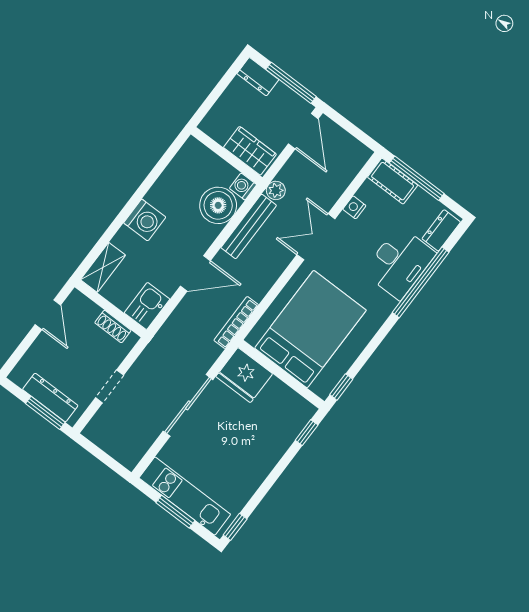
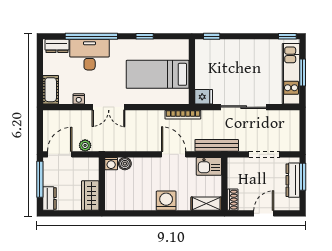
wardrobe: (250, 151) -> (90, 196), moved
window: (417, 178) -> (40, 79), removed
plant: (276, 190) -> (85, 145), moved
boiler: (218, 205) -> (125, 164), width x0.54, depth x0.54
bench: (249, 226) -> (217, 145), moved
door: (48, 315) -> (264, 213), moved
shoe rack: (113, 327) -> (233, 200), moved
bed: (310, 329) -> (158, 74), width x0.67
fridge: (244, 375) -> (204, 97), width x0.53, depth x0.75
doorway: (110, 386) -> (264, 154), width x1.38
window: (341, 387) -> (145, 36), moved

